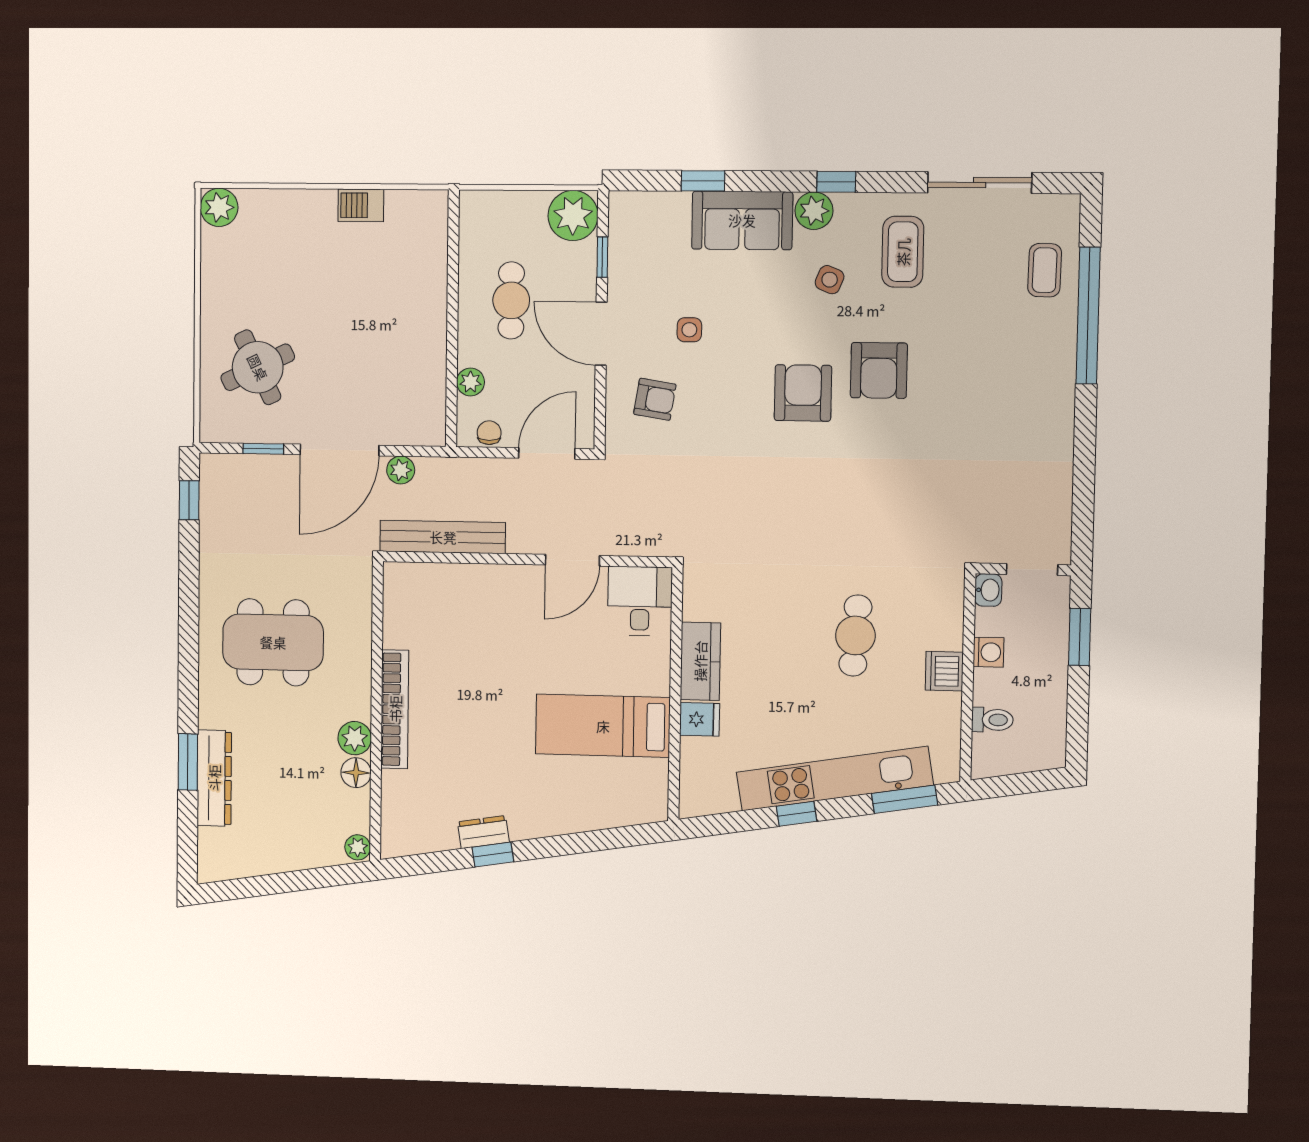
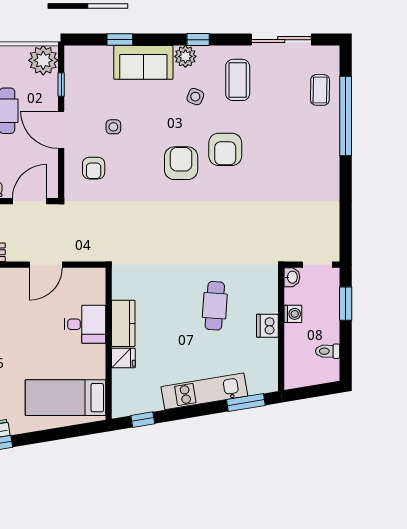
armchair: (655, 399) -> (94, 168), turned 81
desk: (640, 601) -> (85, 324), moved, turned 90
toilet: (992, 720) -> (328, 351), moved, turned 180
bed: (603, 726) -> (65, 398), moved
kitchen unit: (835, 779) -> (204, 391), width x0.73
window: (796, 814) -> (143, 420), moved

